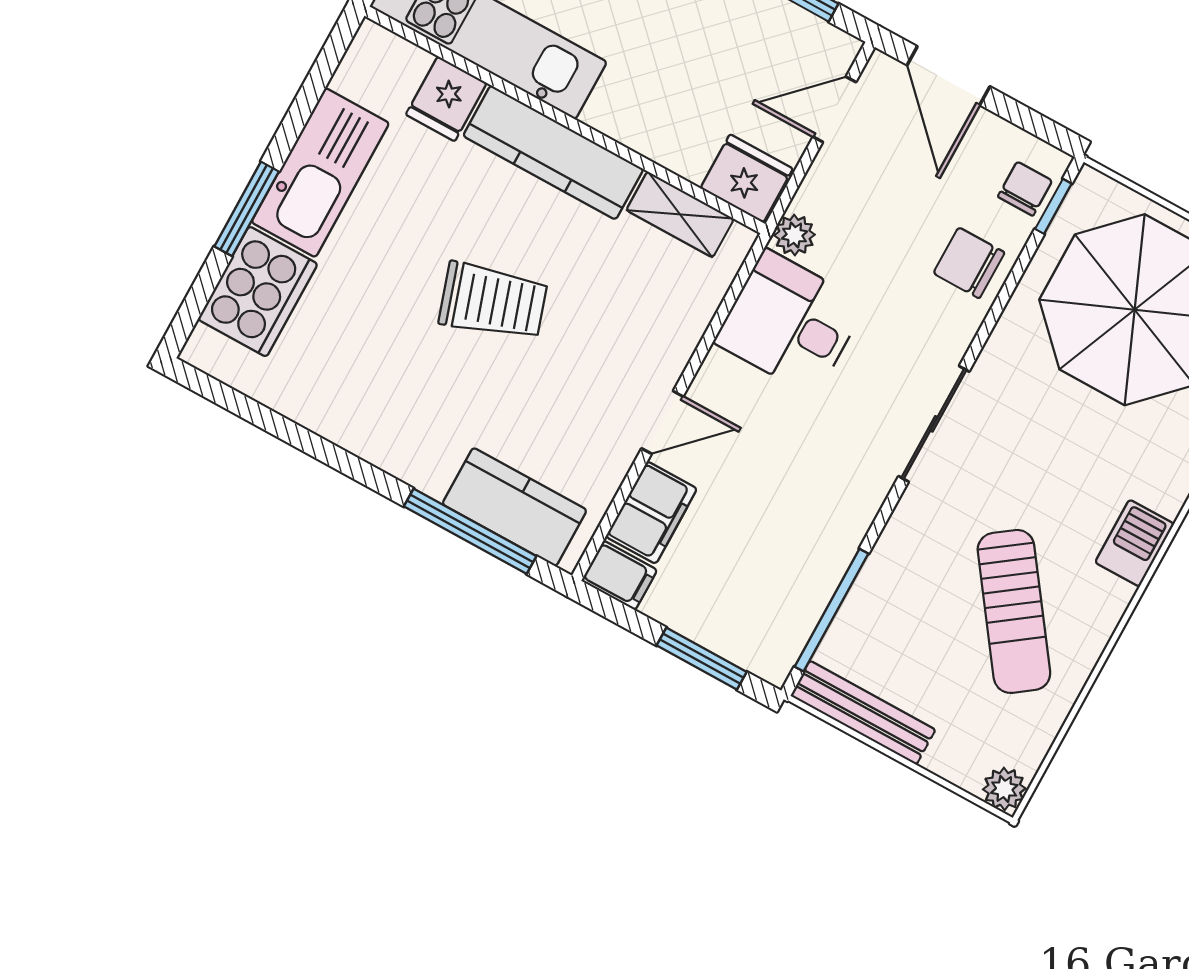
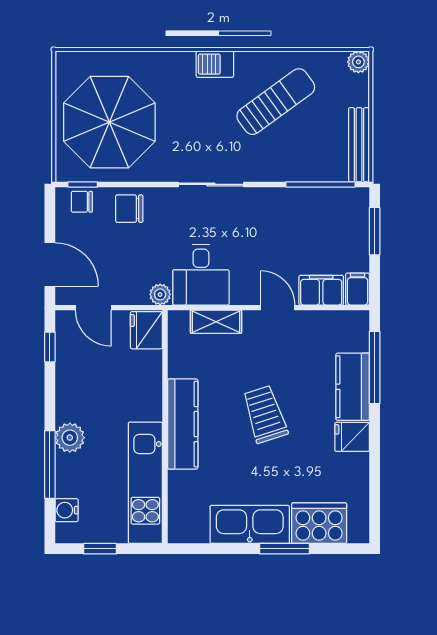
door: (948, 76) -> (50, 264), hinge flipped
fridge: (446, 99) -> (352, 437), moved, turned 180
shelving: (680, 214) -> (216, 322), moved, turned 90
chair: (969, 263) -> (129, 209), turned 90
kitchen counter: (514, 507) -> (353, 387), moved

